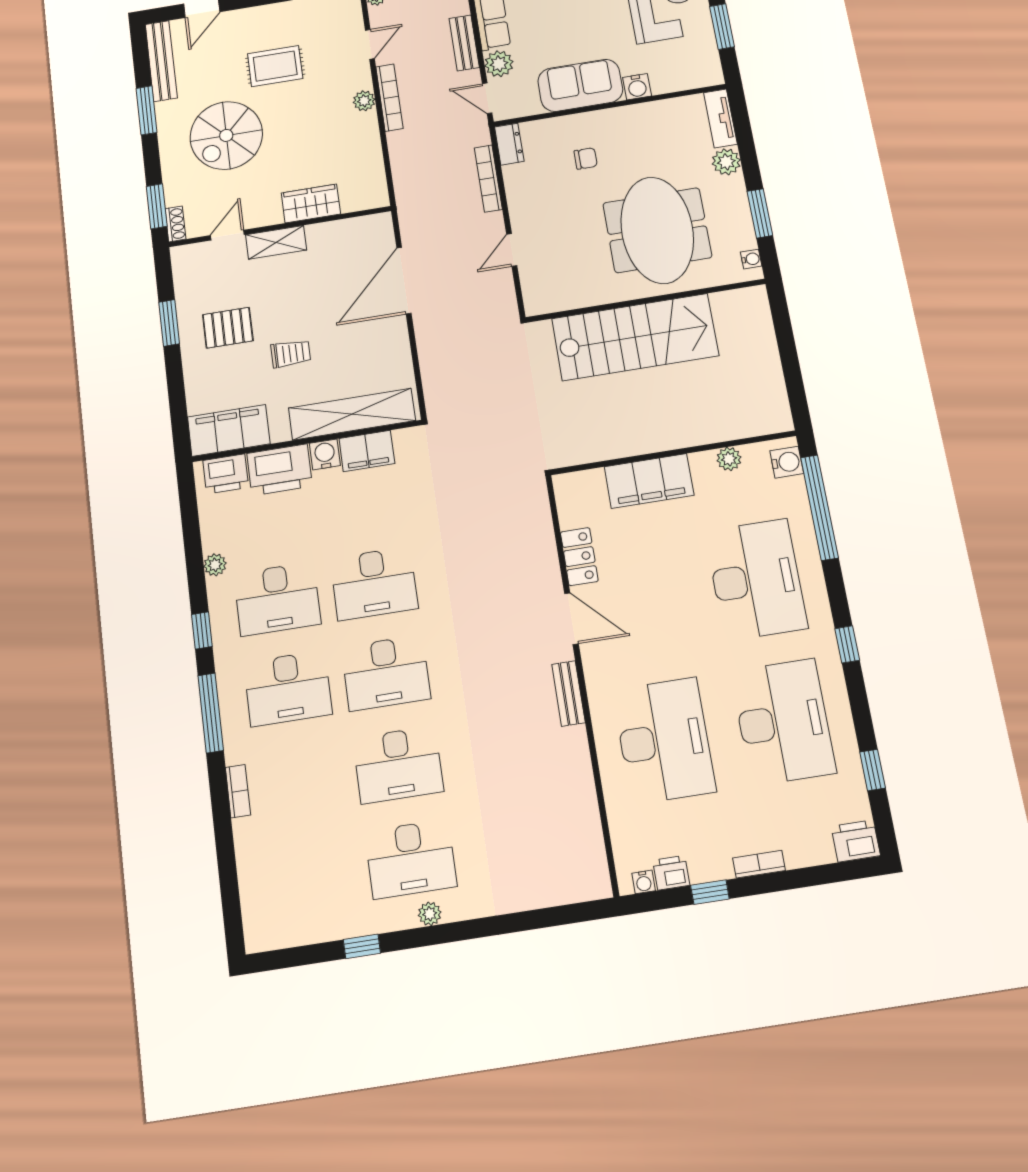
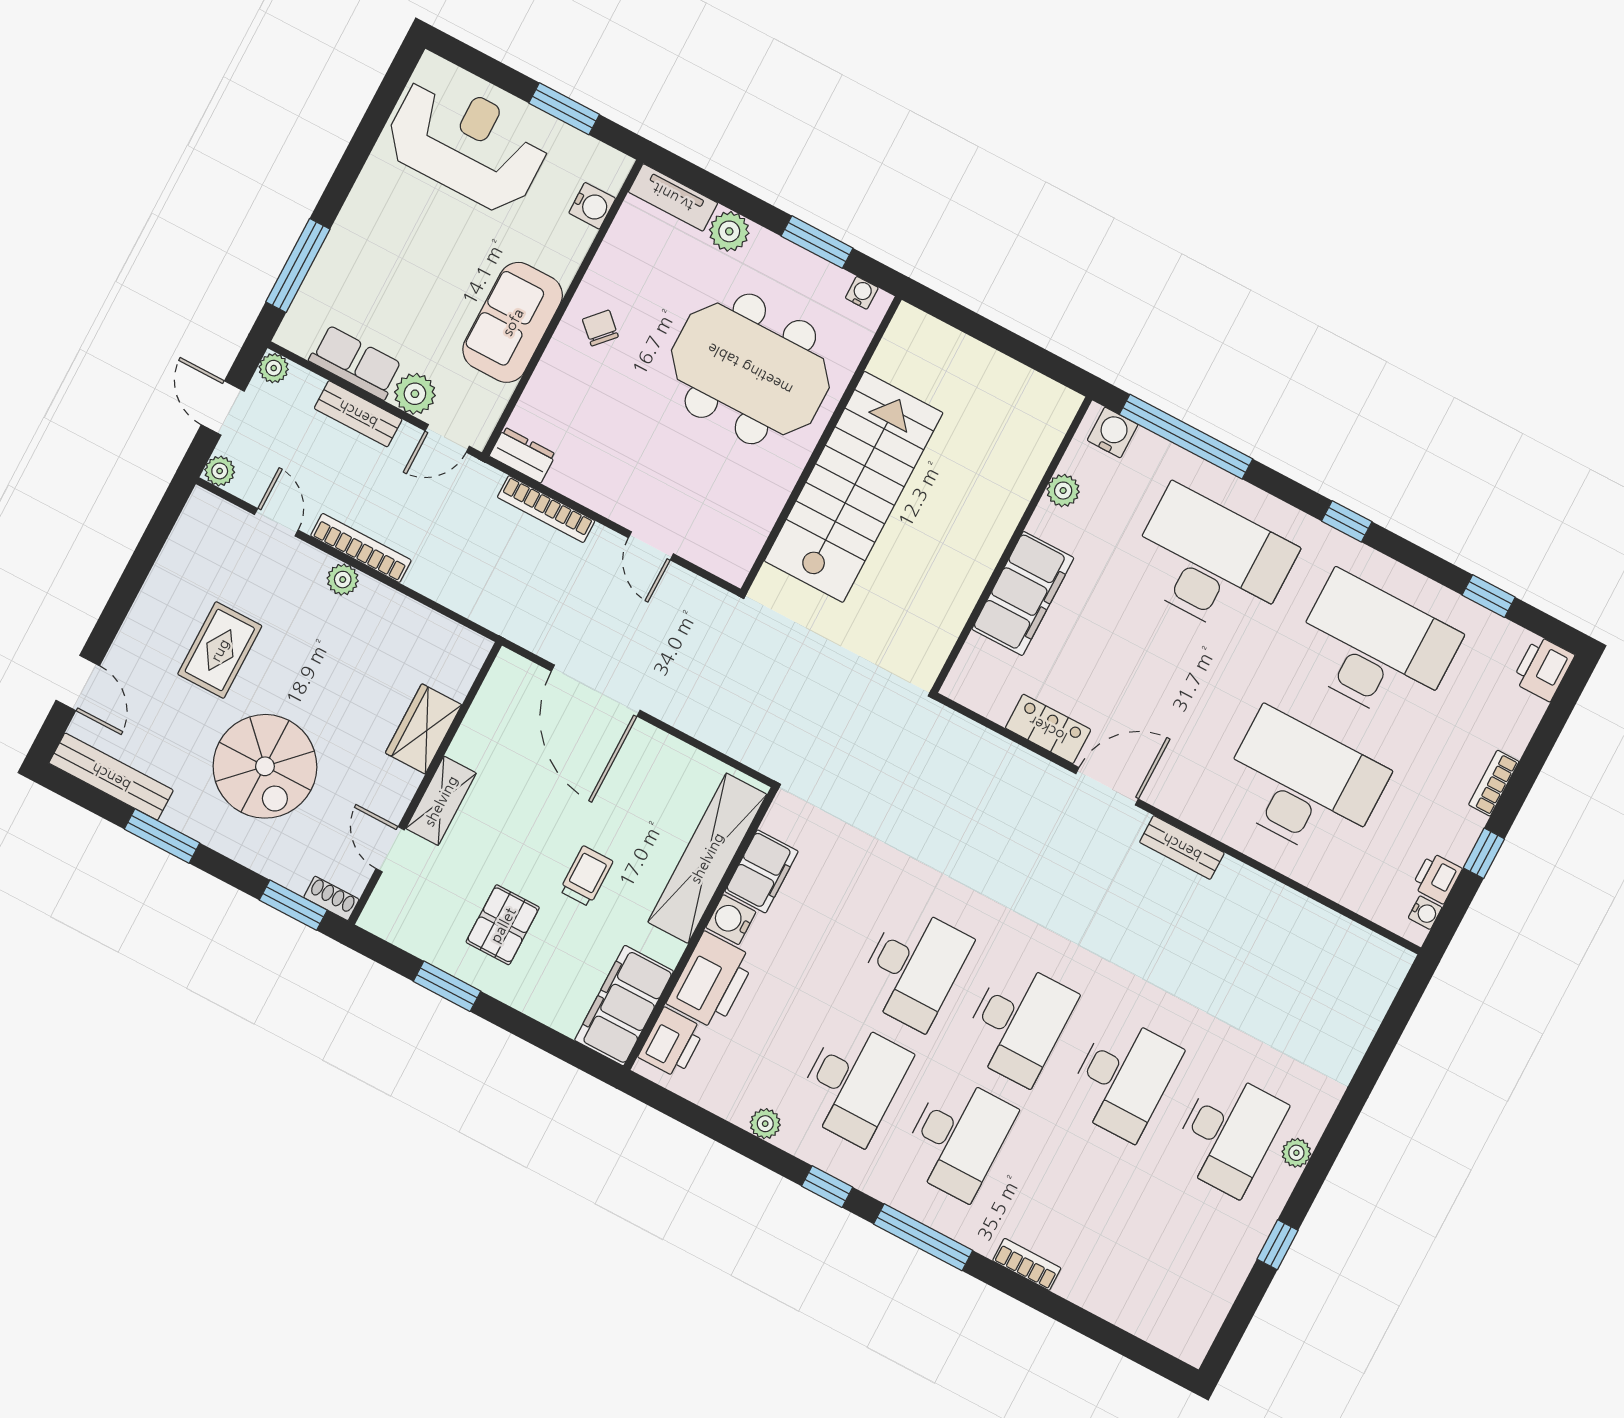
water cooler: (637, 87) -> (592, 206), moved
chair: (586, 158) -> (600, 328), moved, turned -47

